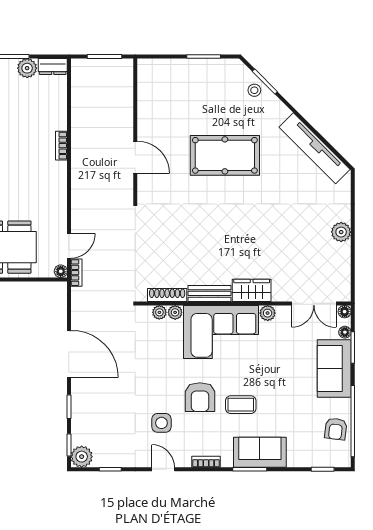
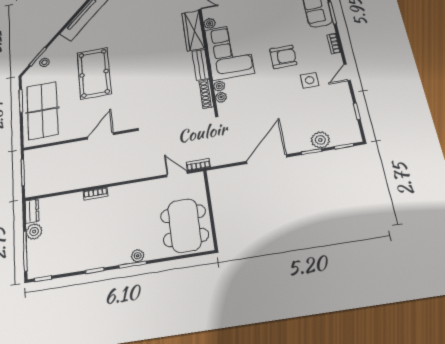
table tennis table: (185, 85) -> (42, 110), added
floor lamp: (61, 271) -> (199, 177), removed
wardrobe: (252, 290) -> (193, 31), width x1.50
coffee table: (241, 405) -> (283, 28), removed
plant: (82, 457) -> (320, 140), moved

